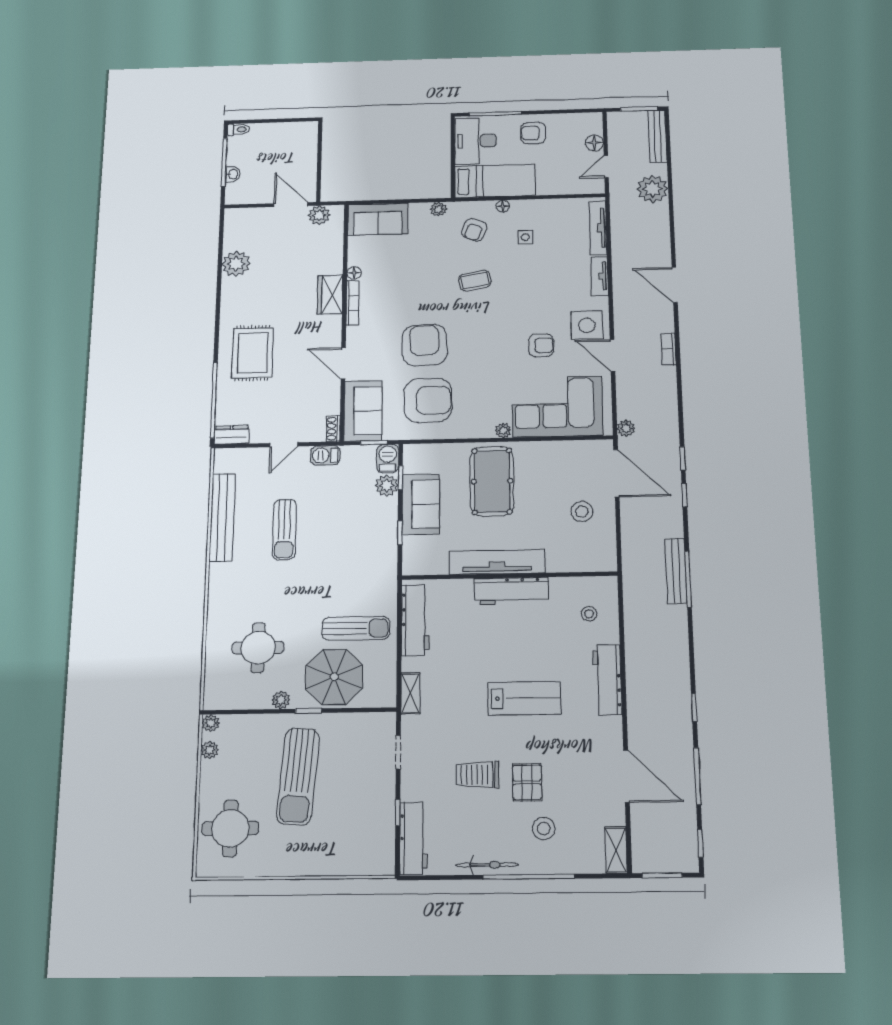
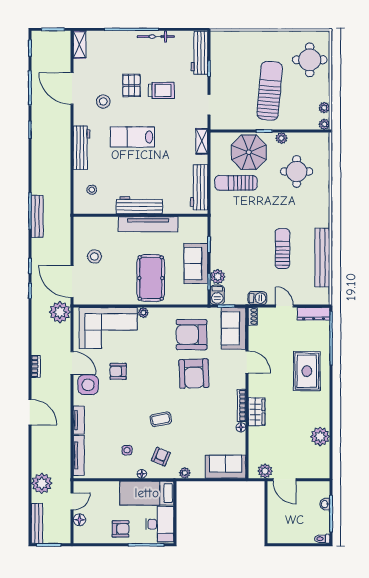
plant: (626, 428) -> (60, 312), width x1.87, depth x1.87
dresser: (232, 435) -> (314, 314), width x1.44
door: (284, 445) -> (284, 306), hinge flipped
stool: (544, 829) -> (103, 101), moved

